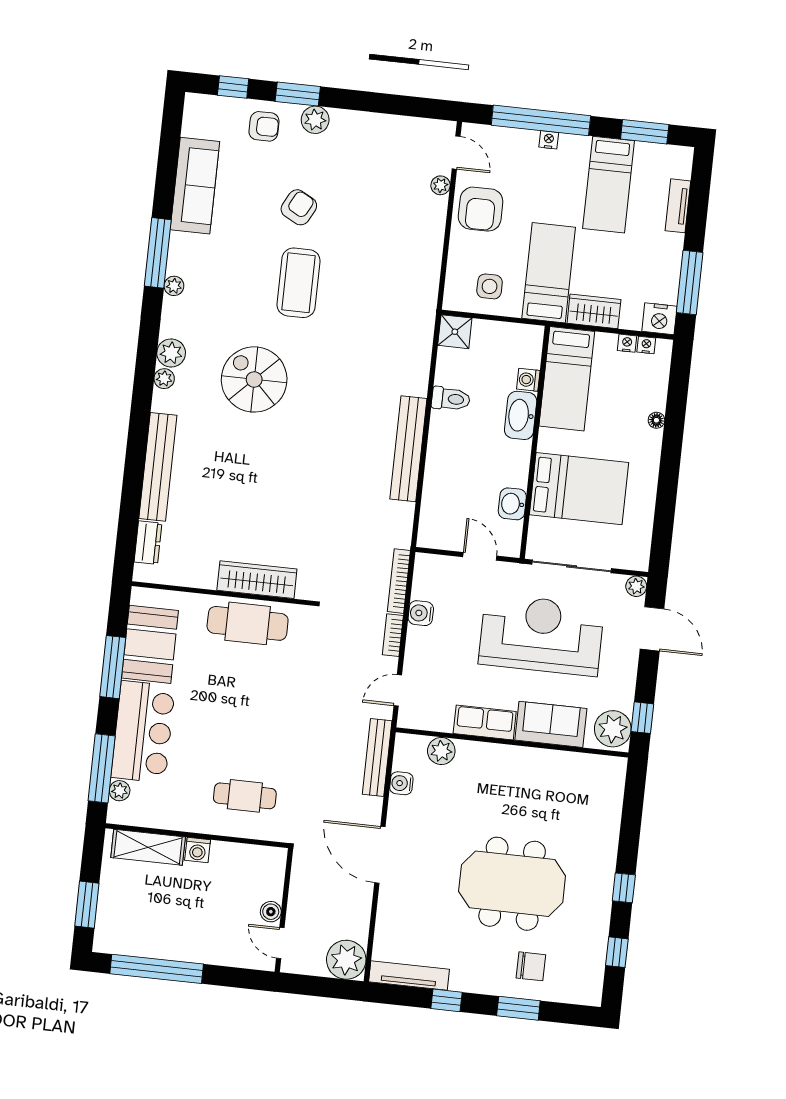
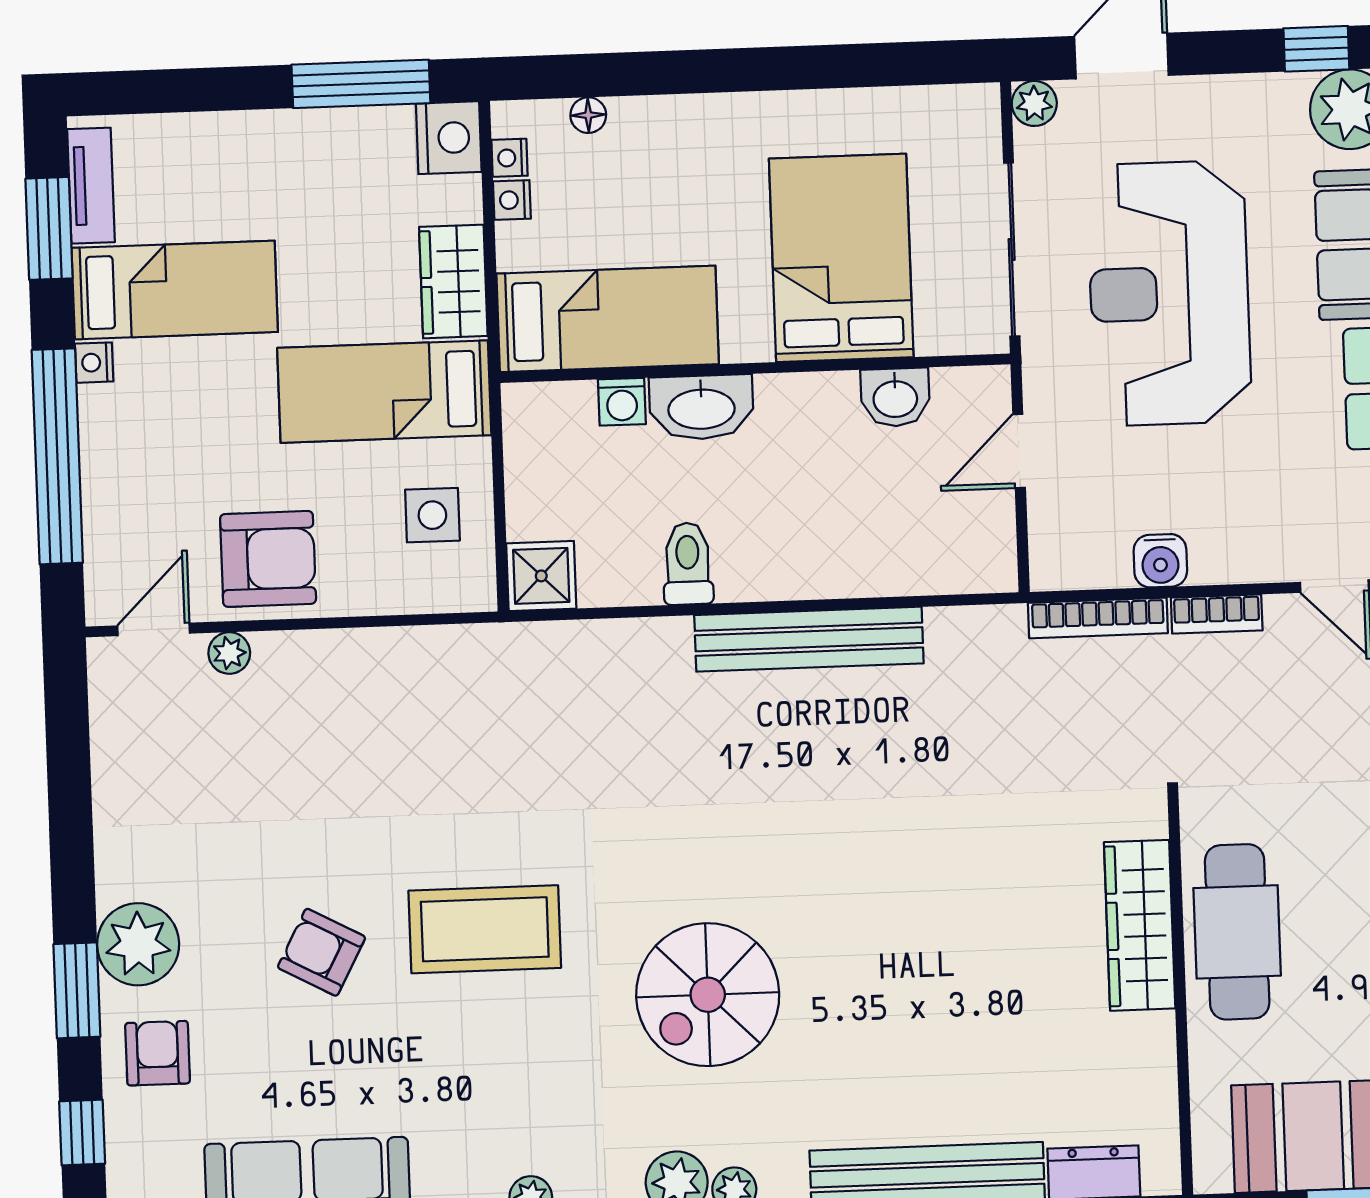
plant: (315, 120) -> (138, 944), width x1.36, depth x1.36
nightstand: (549, 140) -> (94, 363), moved
tv unit: (678, 206) -> (91, 186), moved, turned -90
floor lamp: (656, 420) -> (588, 115), moved

